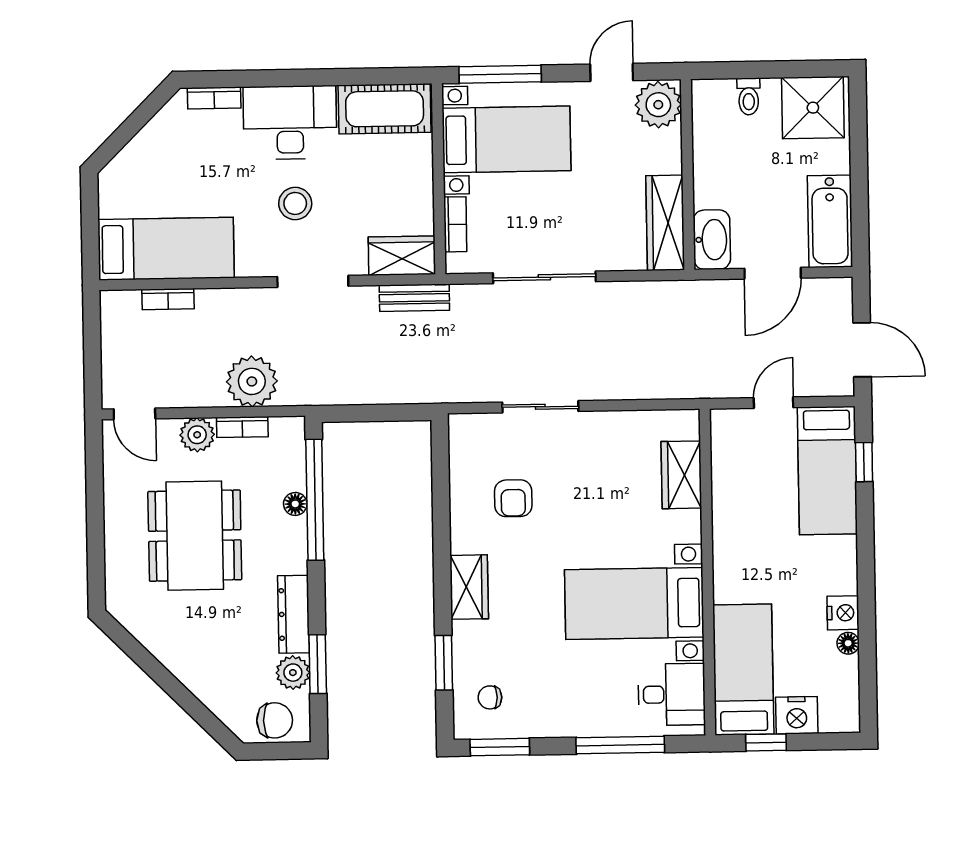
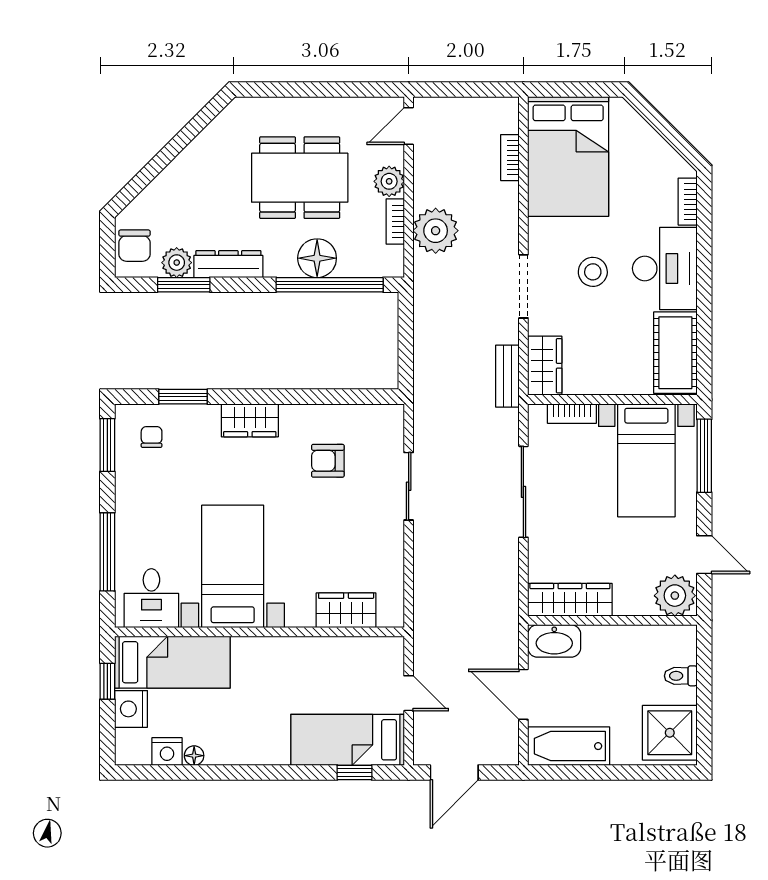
bed: (166, 249) -> (568, 157), width x1.50
floor lamp: (295, 504) -> (317, 258), width x1.89, depth x1.89
nightstand: (843, 613) -> (167, 752), moved

